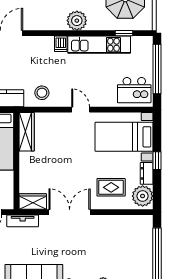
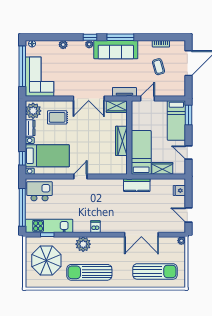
kitchen unit: (99, 45) -> (49, 226), moved
stool: (42, 93) -> (110, 189), removed
door: (81, 110) -> (80, 176), swing flipped
wardrobe: (27, 132) -> (121, 141), moved
window: (157, 161) -> (22, 158), moved
corner sofa: (134, 241) -> (39, 77), added

